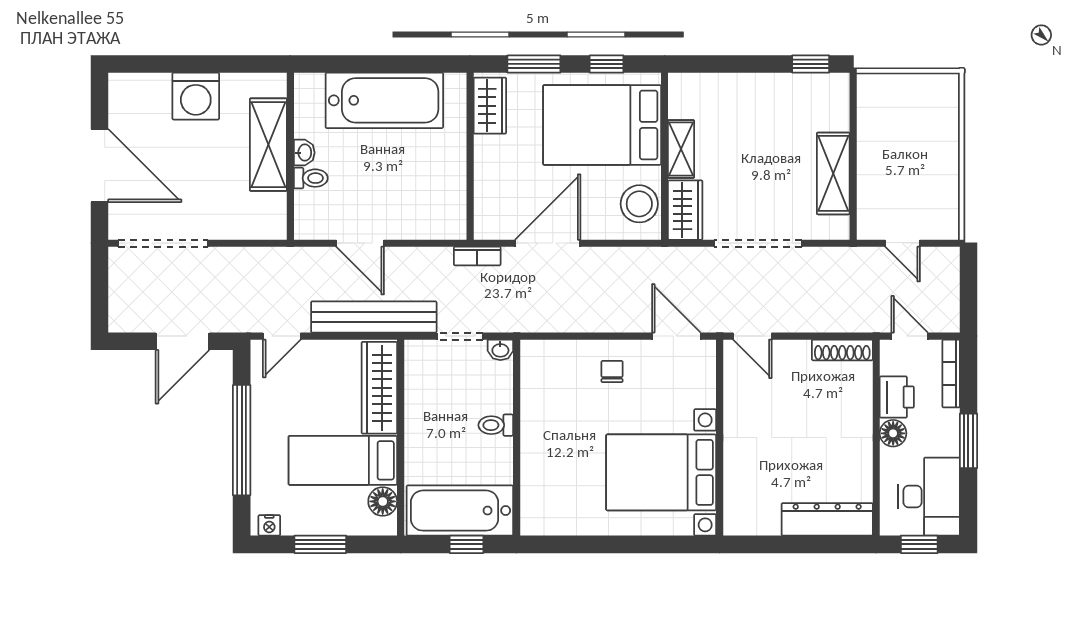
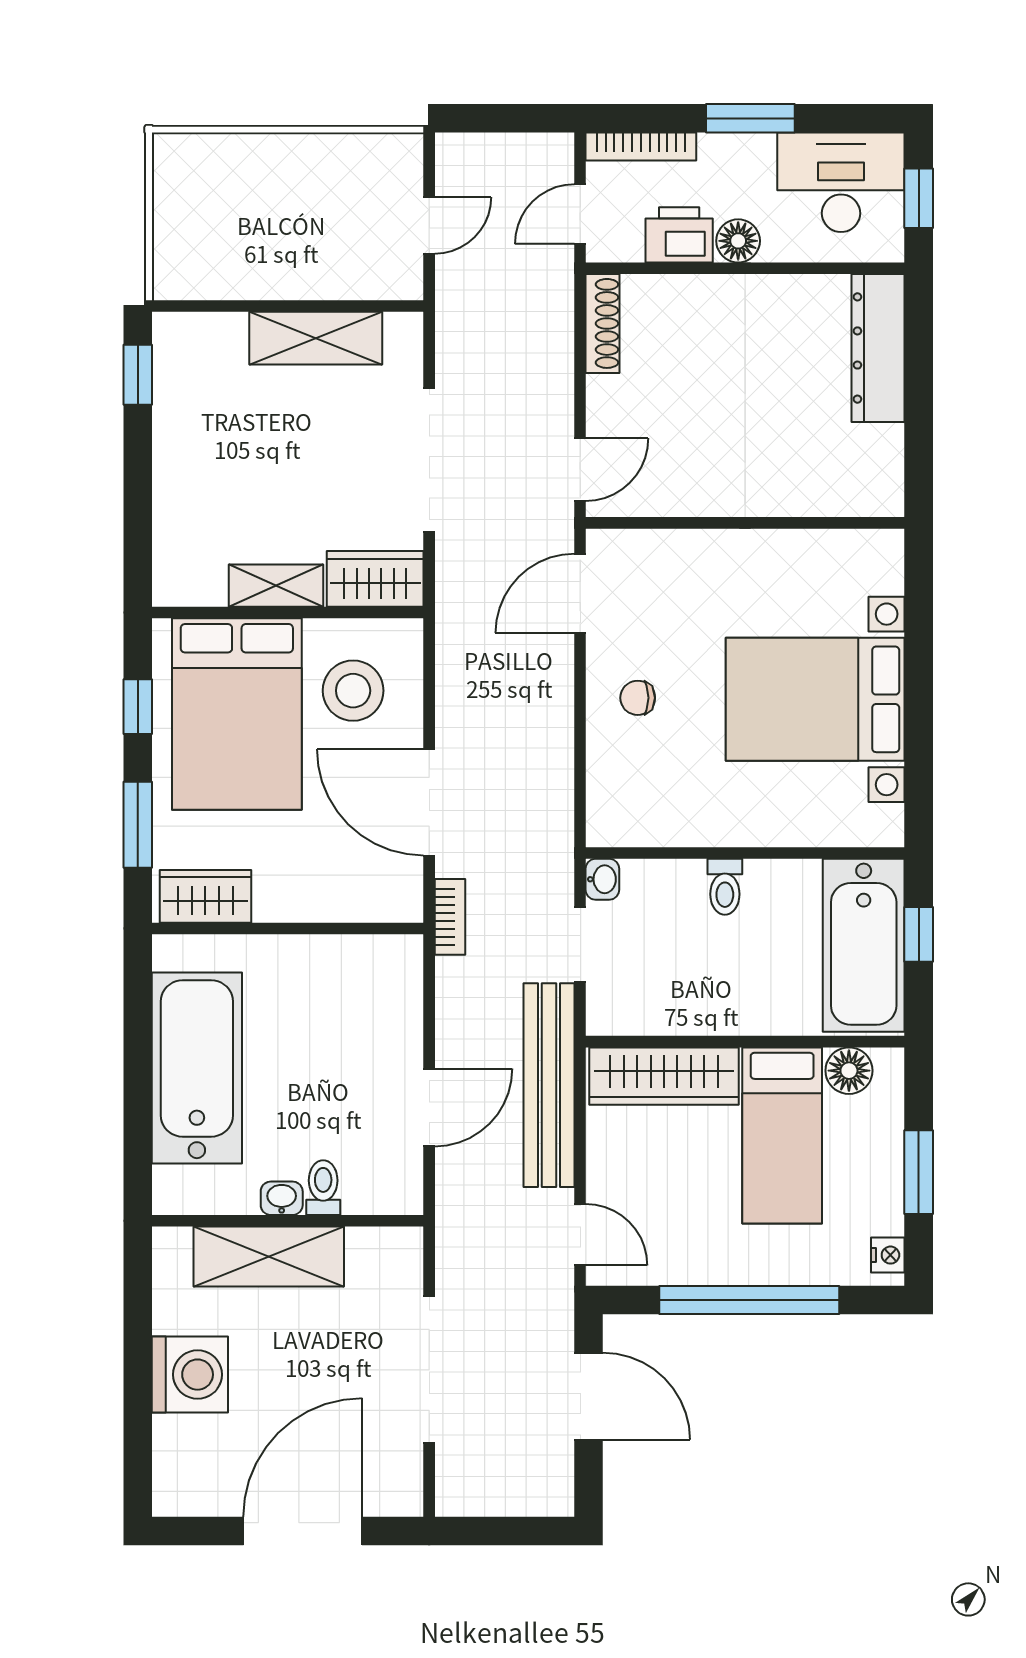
stool: (639, 204) -> (353, 691), moved
doorway: (163, 243) -> (429, 1369), moved
bed with nightstands: (661, 472) -> (815, 699), moved, turned 90

